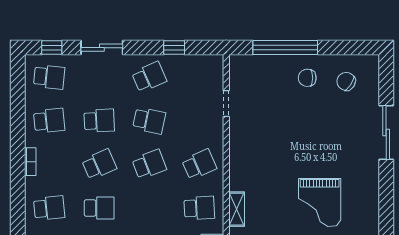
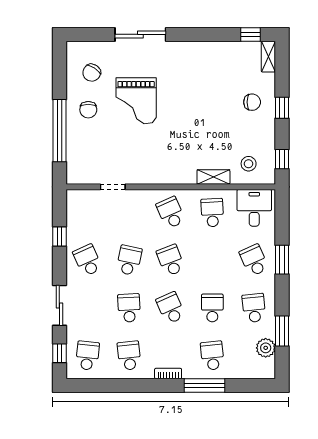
window: (18, 200) -> (205, 385), added
grand piano: (320, 203) -> (136, 101), moved, turned 90

